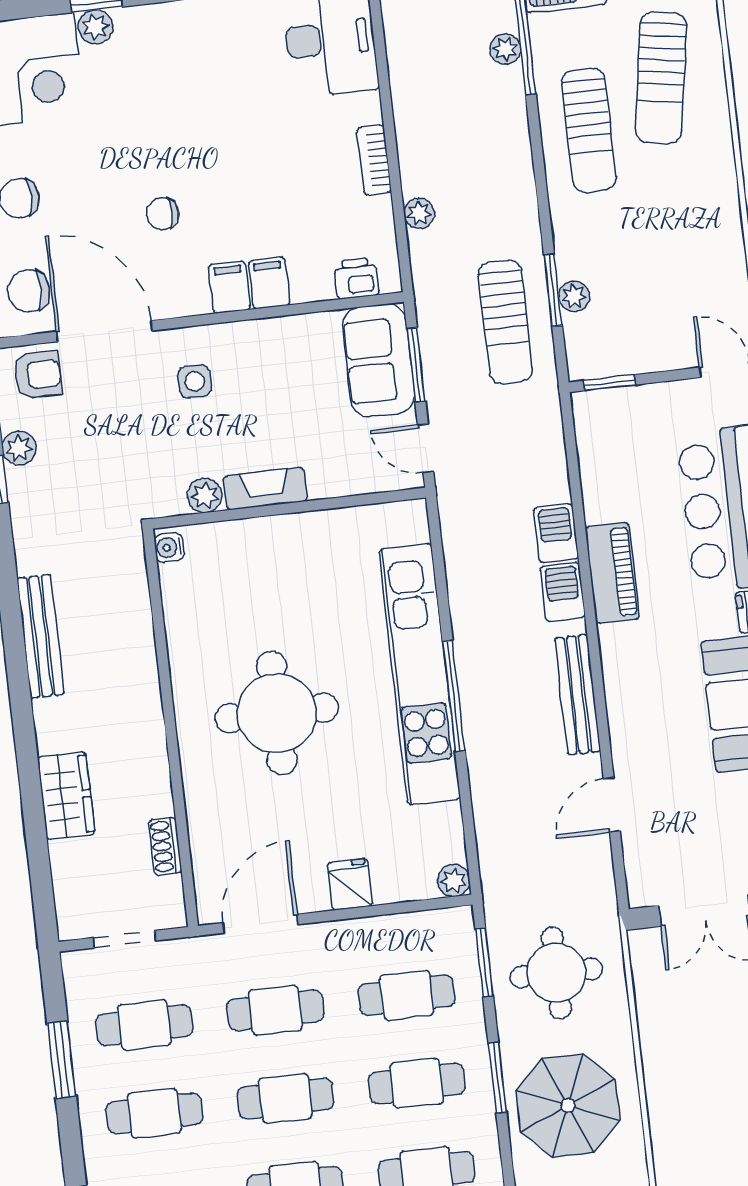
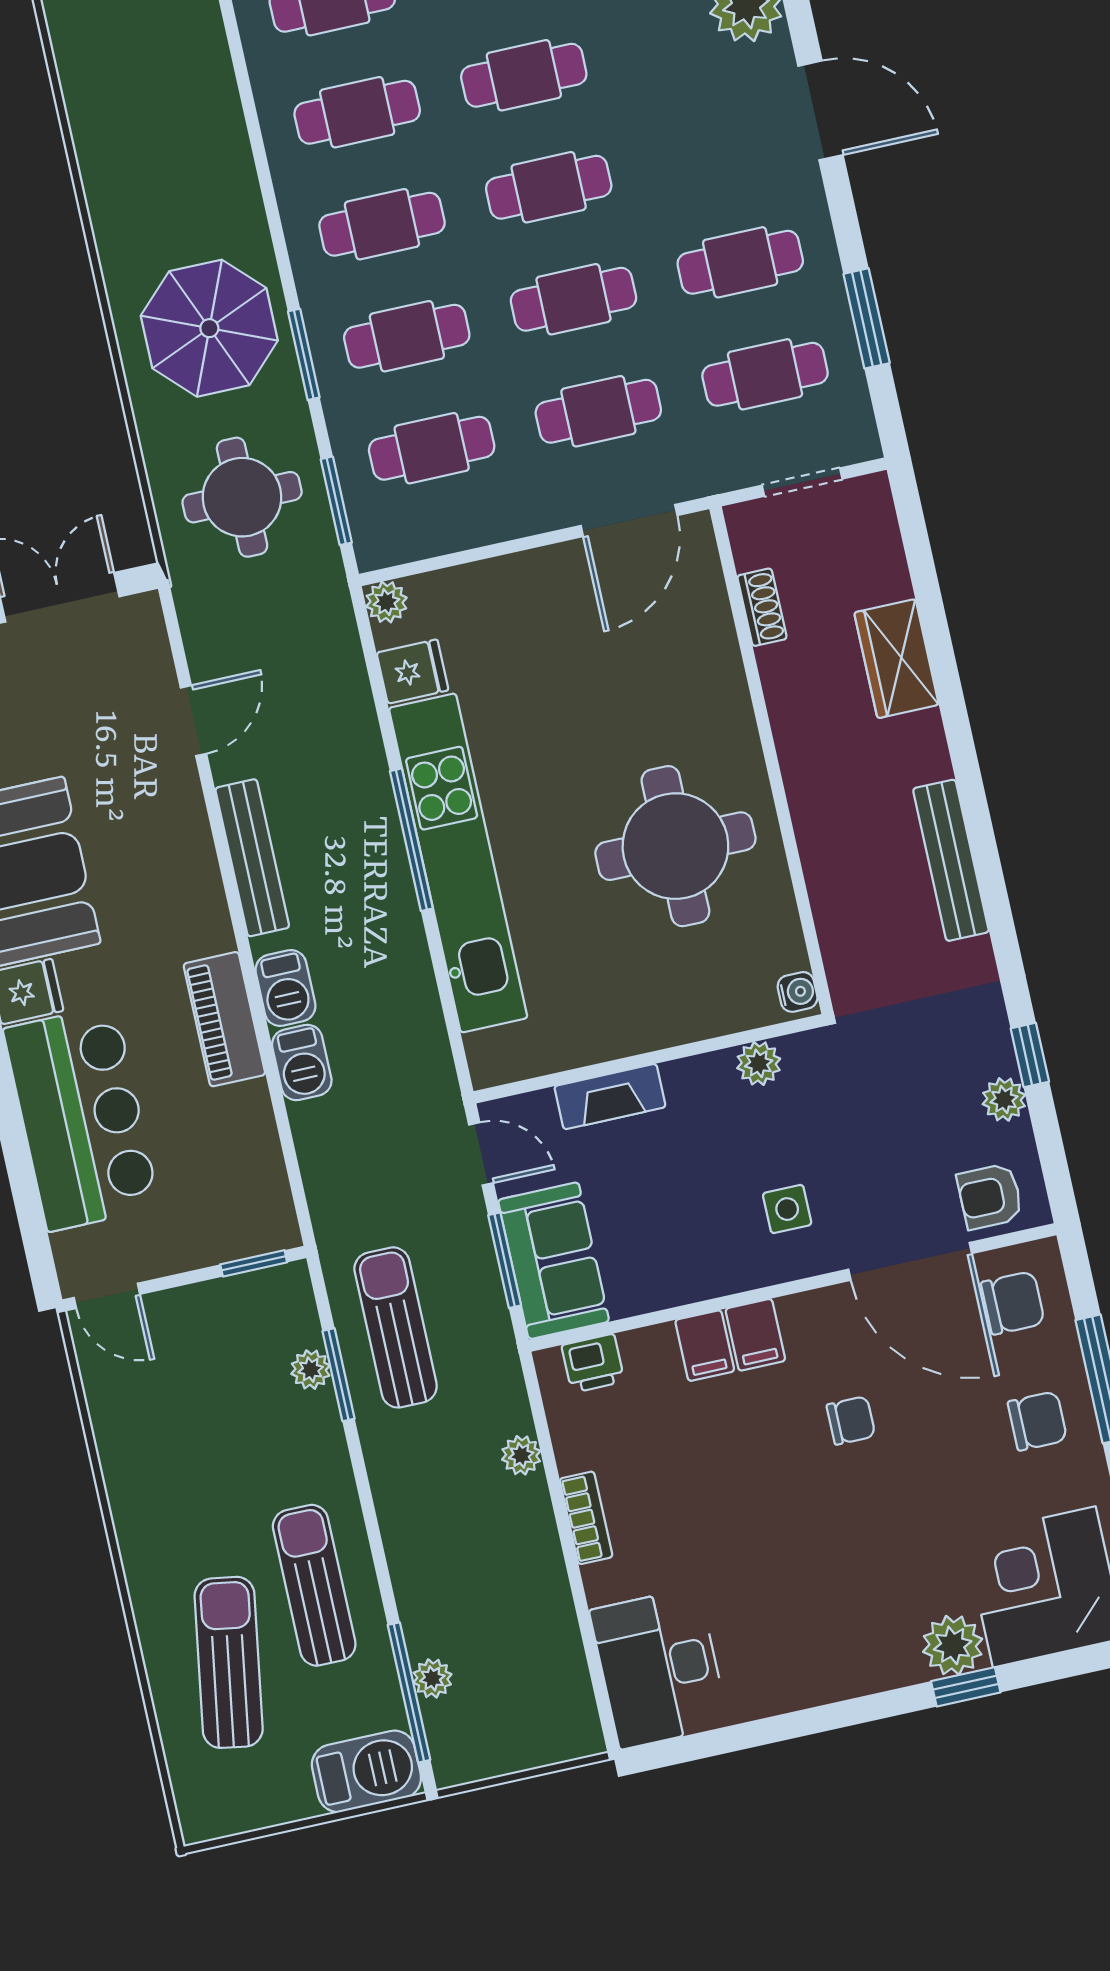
plant: (96, 27) -> (953, 1645), width x1.38, depth x1.38
fireplace: (265, 489) -> (610, 1097), moved
round table: (277, 713) -> (675, 846), moved
fridge: (350, 884) -> (412, 671), moved, turned -90

